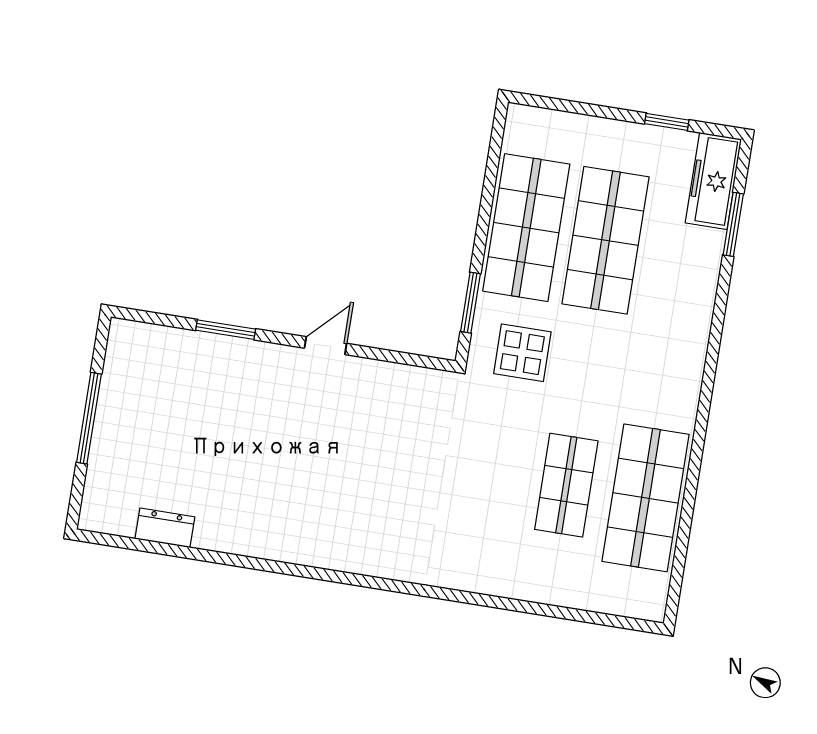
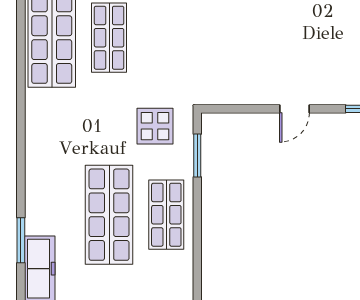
shop shelf: (526, 228) -> (166, 215), width x0.70, depth x0.74

